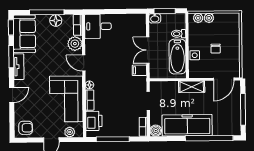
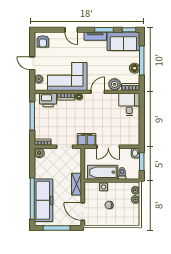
double door: (148, 50) -> (108, 147), swing flipped
filing cabinet: (139, 70) -> (87, 139), width x2.00
freezer: (187, 125) -> (44, 200), moved

